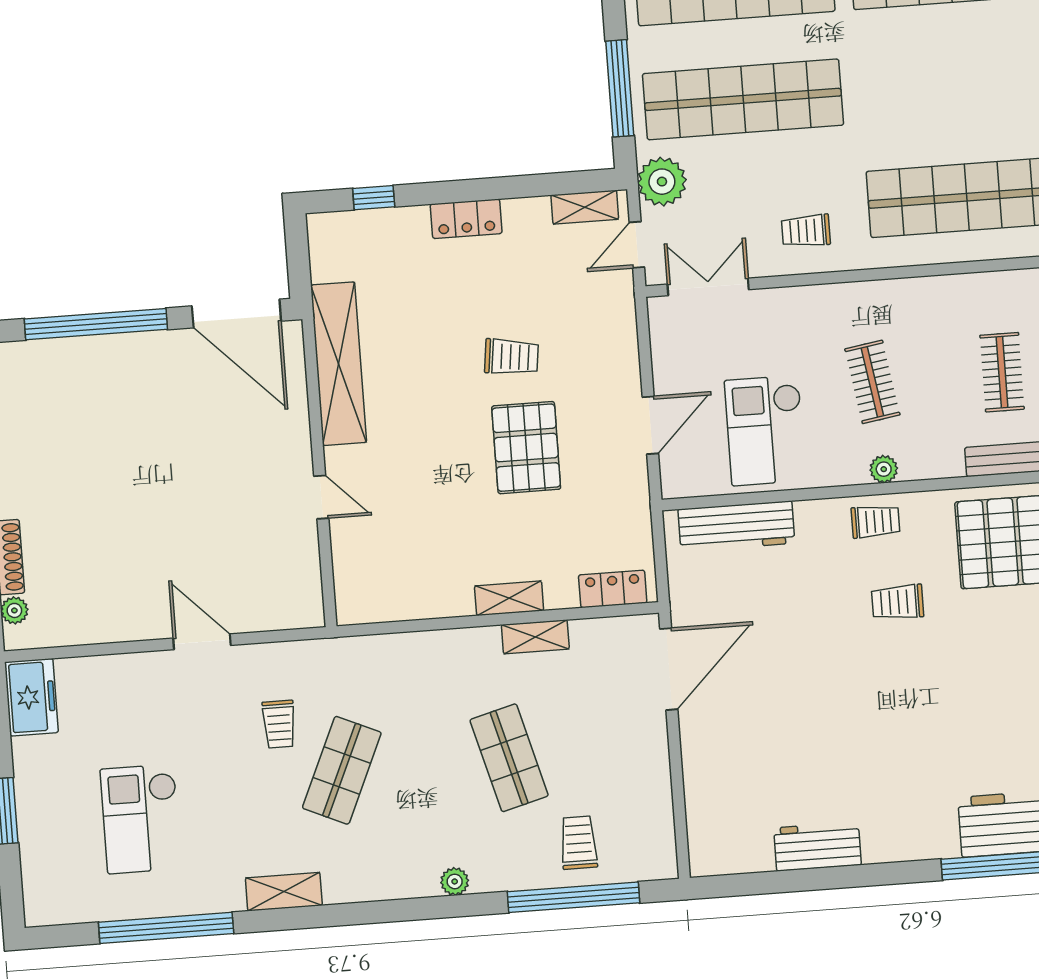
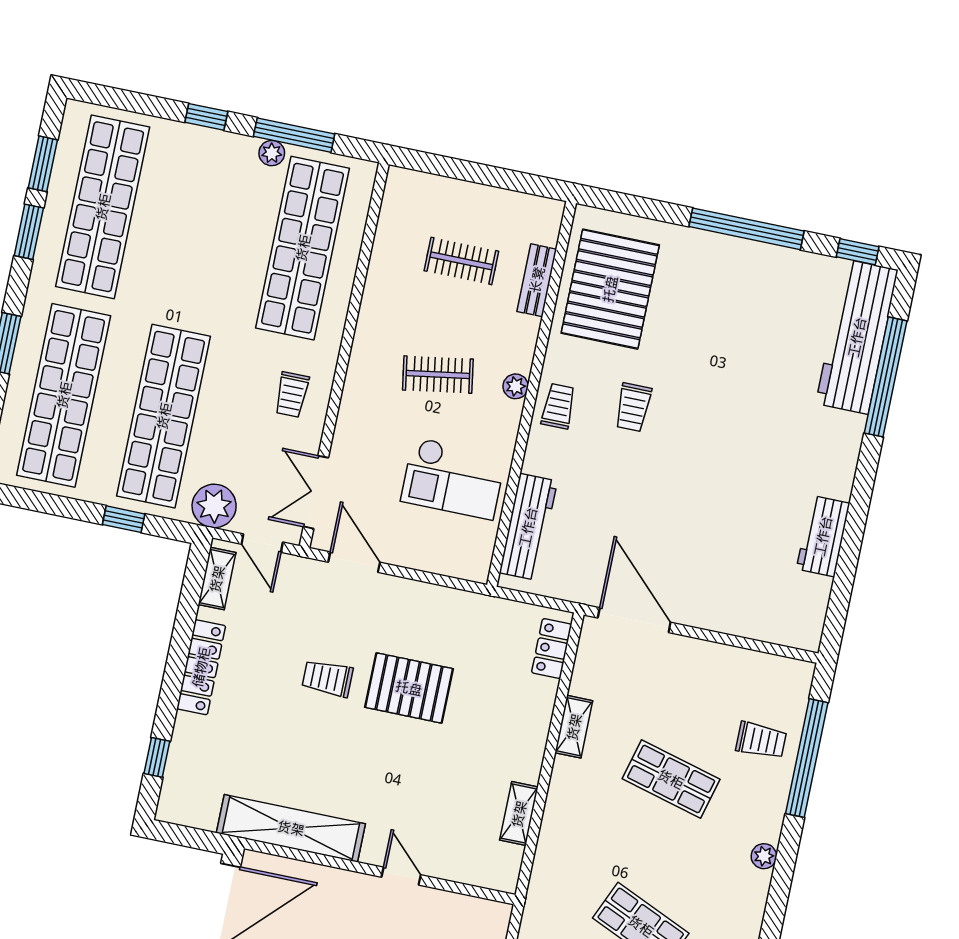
window: (620, 88) -> (124, 519), width x0.46
locker: (466, 219) -> (201, 667), width x1.53
trolley: (511, 357) -> (327, 678), turned -97
door: (650, 425) -> (354, 562), moved
door: (321, 497) -> (401, 876), hinge flipped
shelving: (509, 598) -> (519, 814), moved
shop shelf: (509, 758) -> (671, 779), turned 30
trolley: (579, 843) -> (761, 740), turned 180

